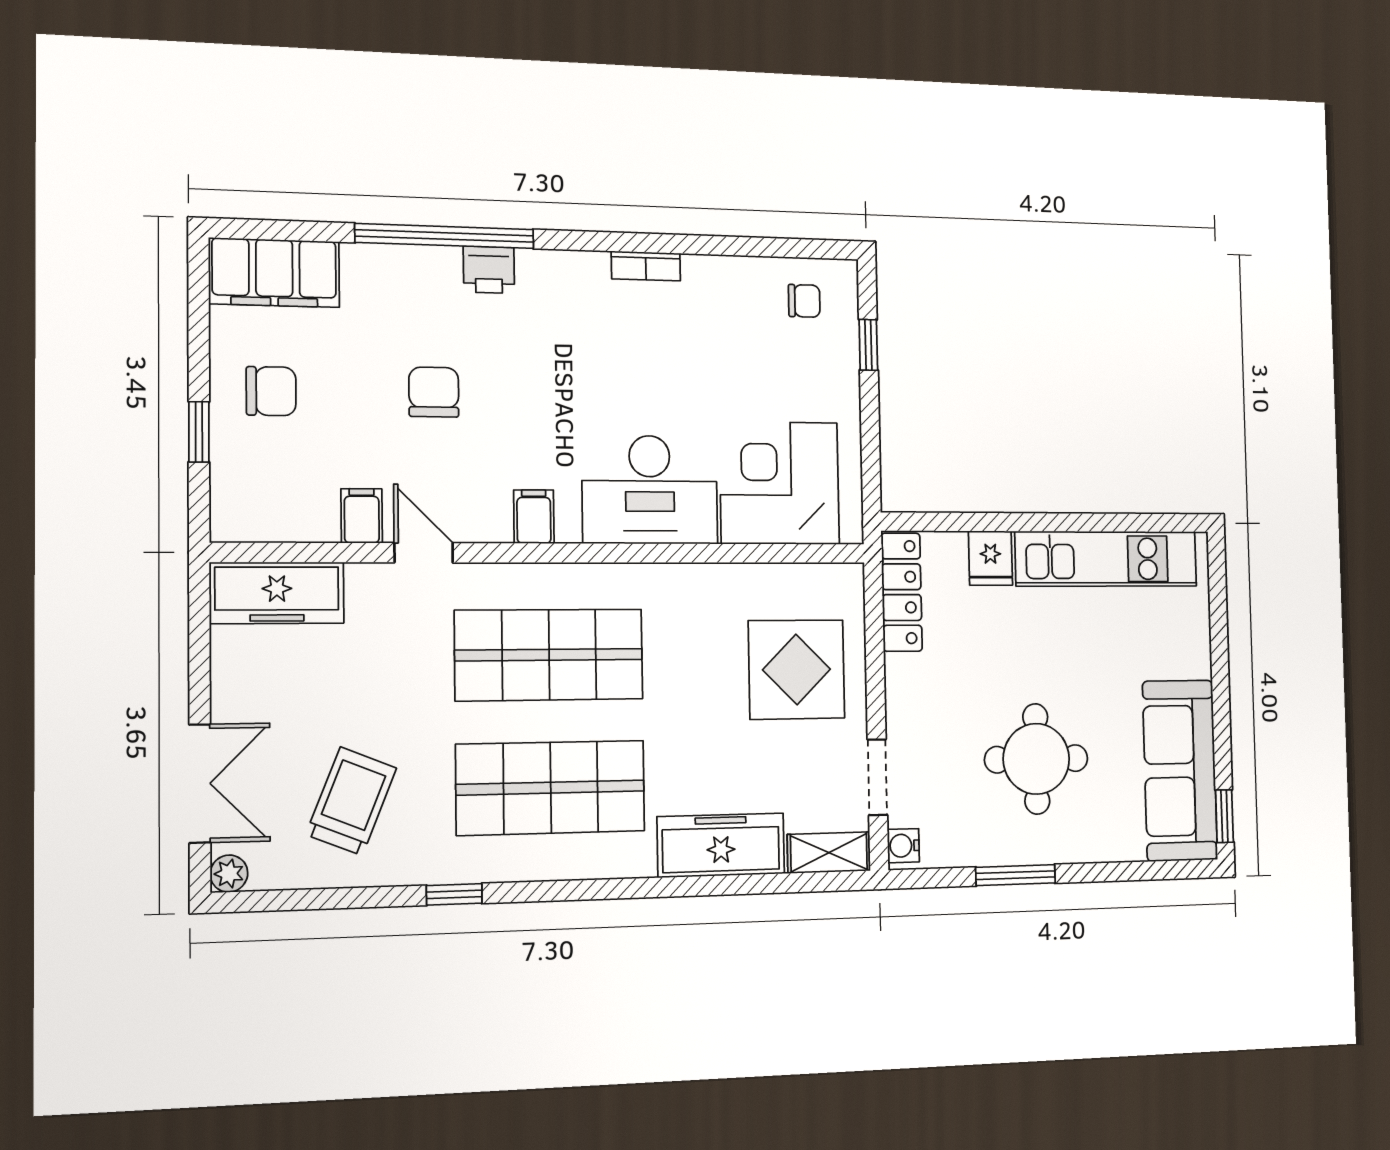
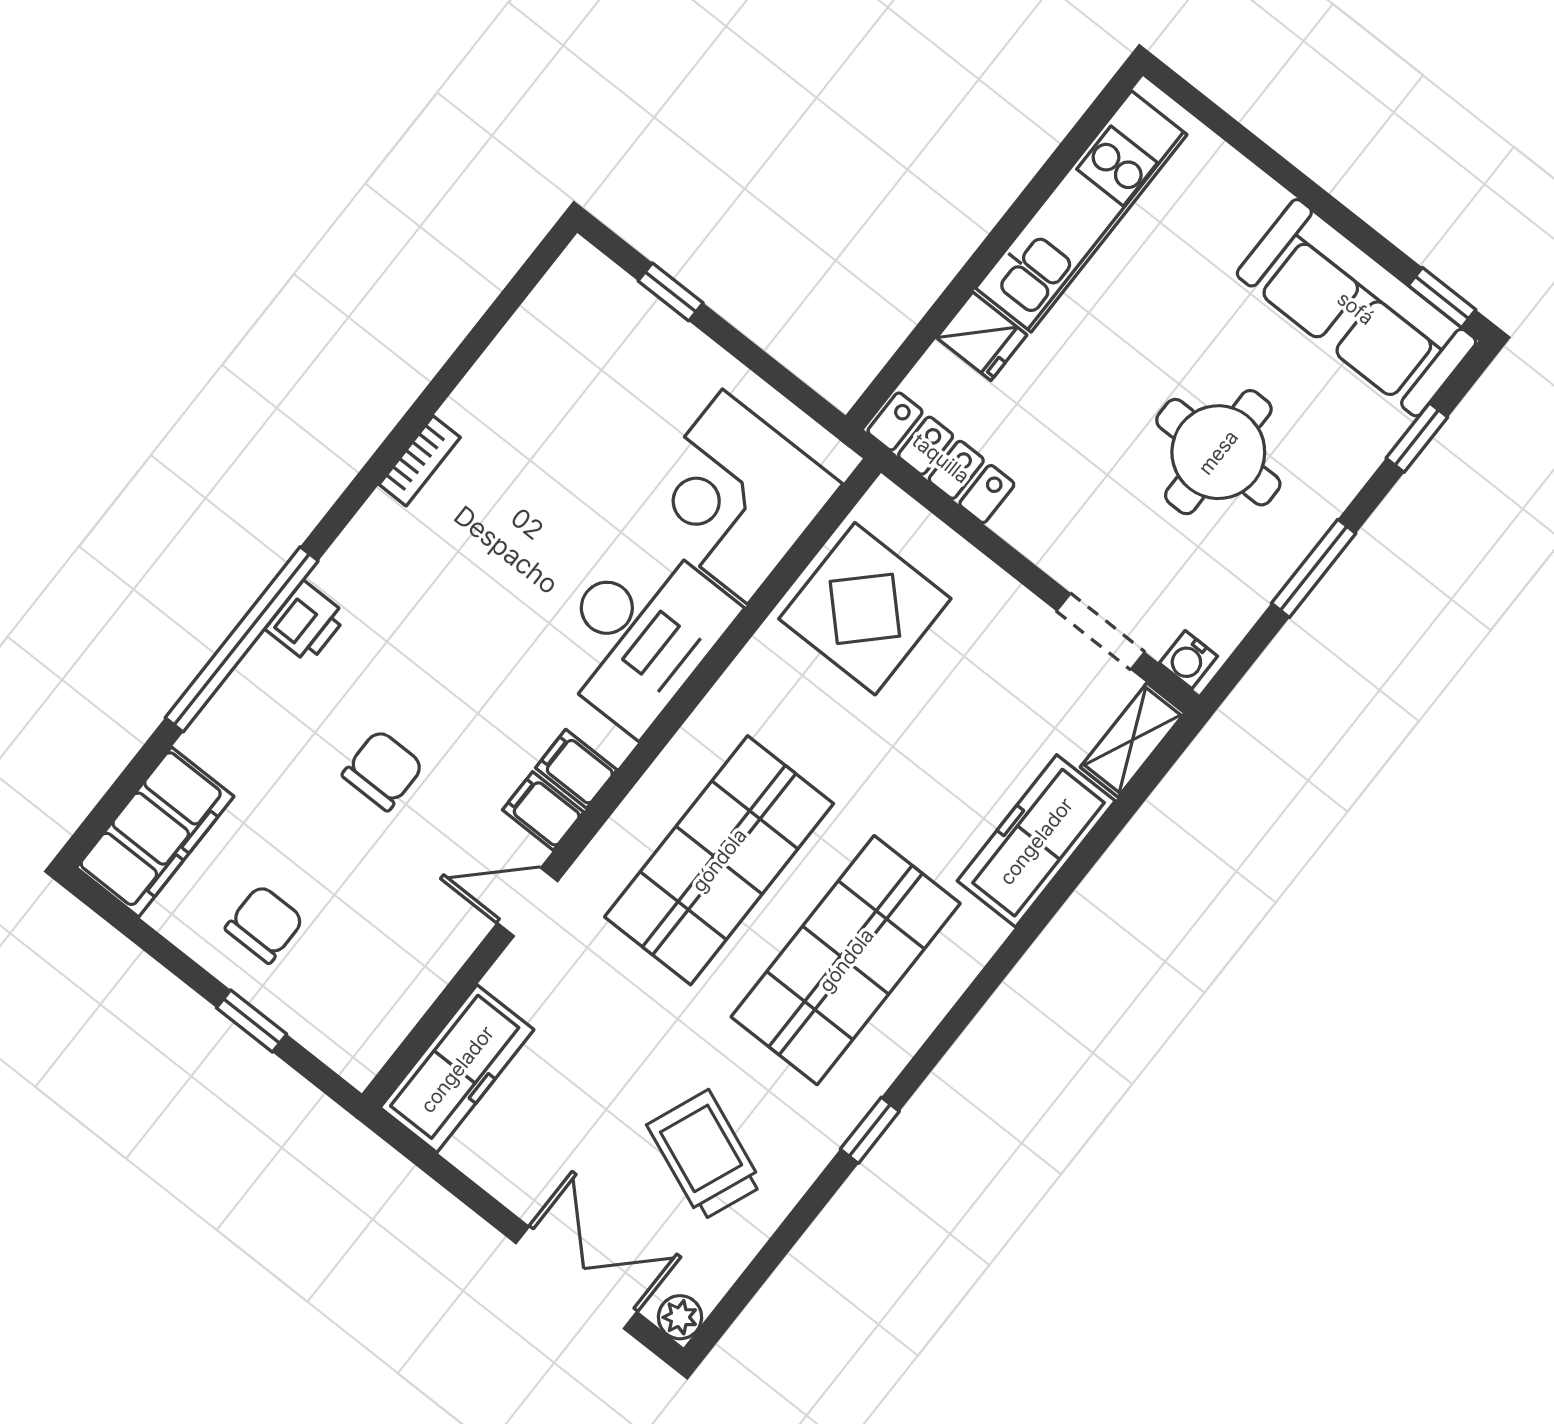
chair: (804, 301) -> (576, 324), removed
chair: (434, 392) -> (383, 770), turned 90
filing cabinet: (362, 516) -> (543, 811), moved
display table: (796, 669) -> (865, 609), moved
window: (1137, 871) -> (1417, 438), added

